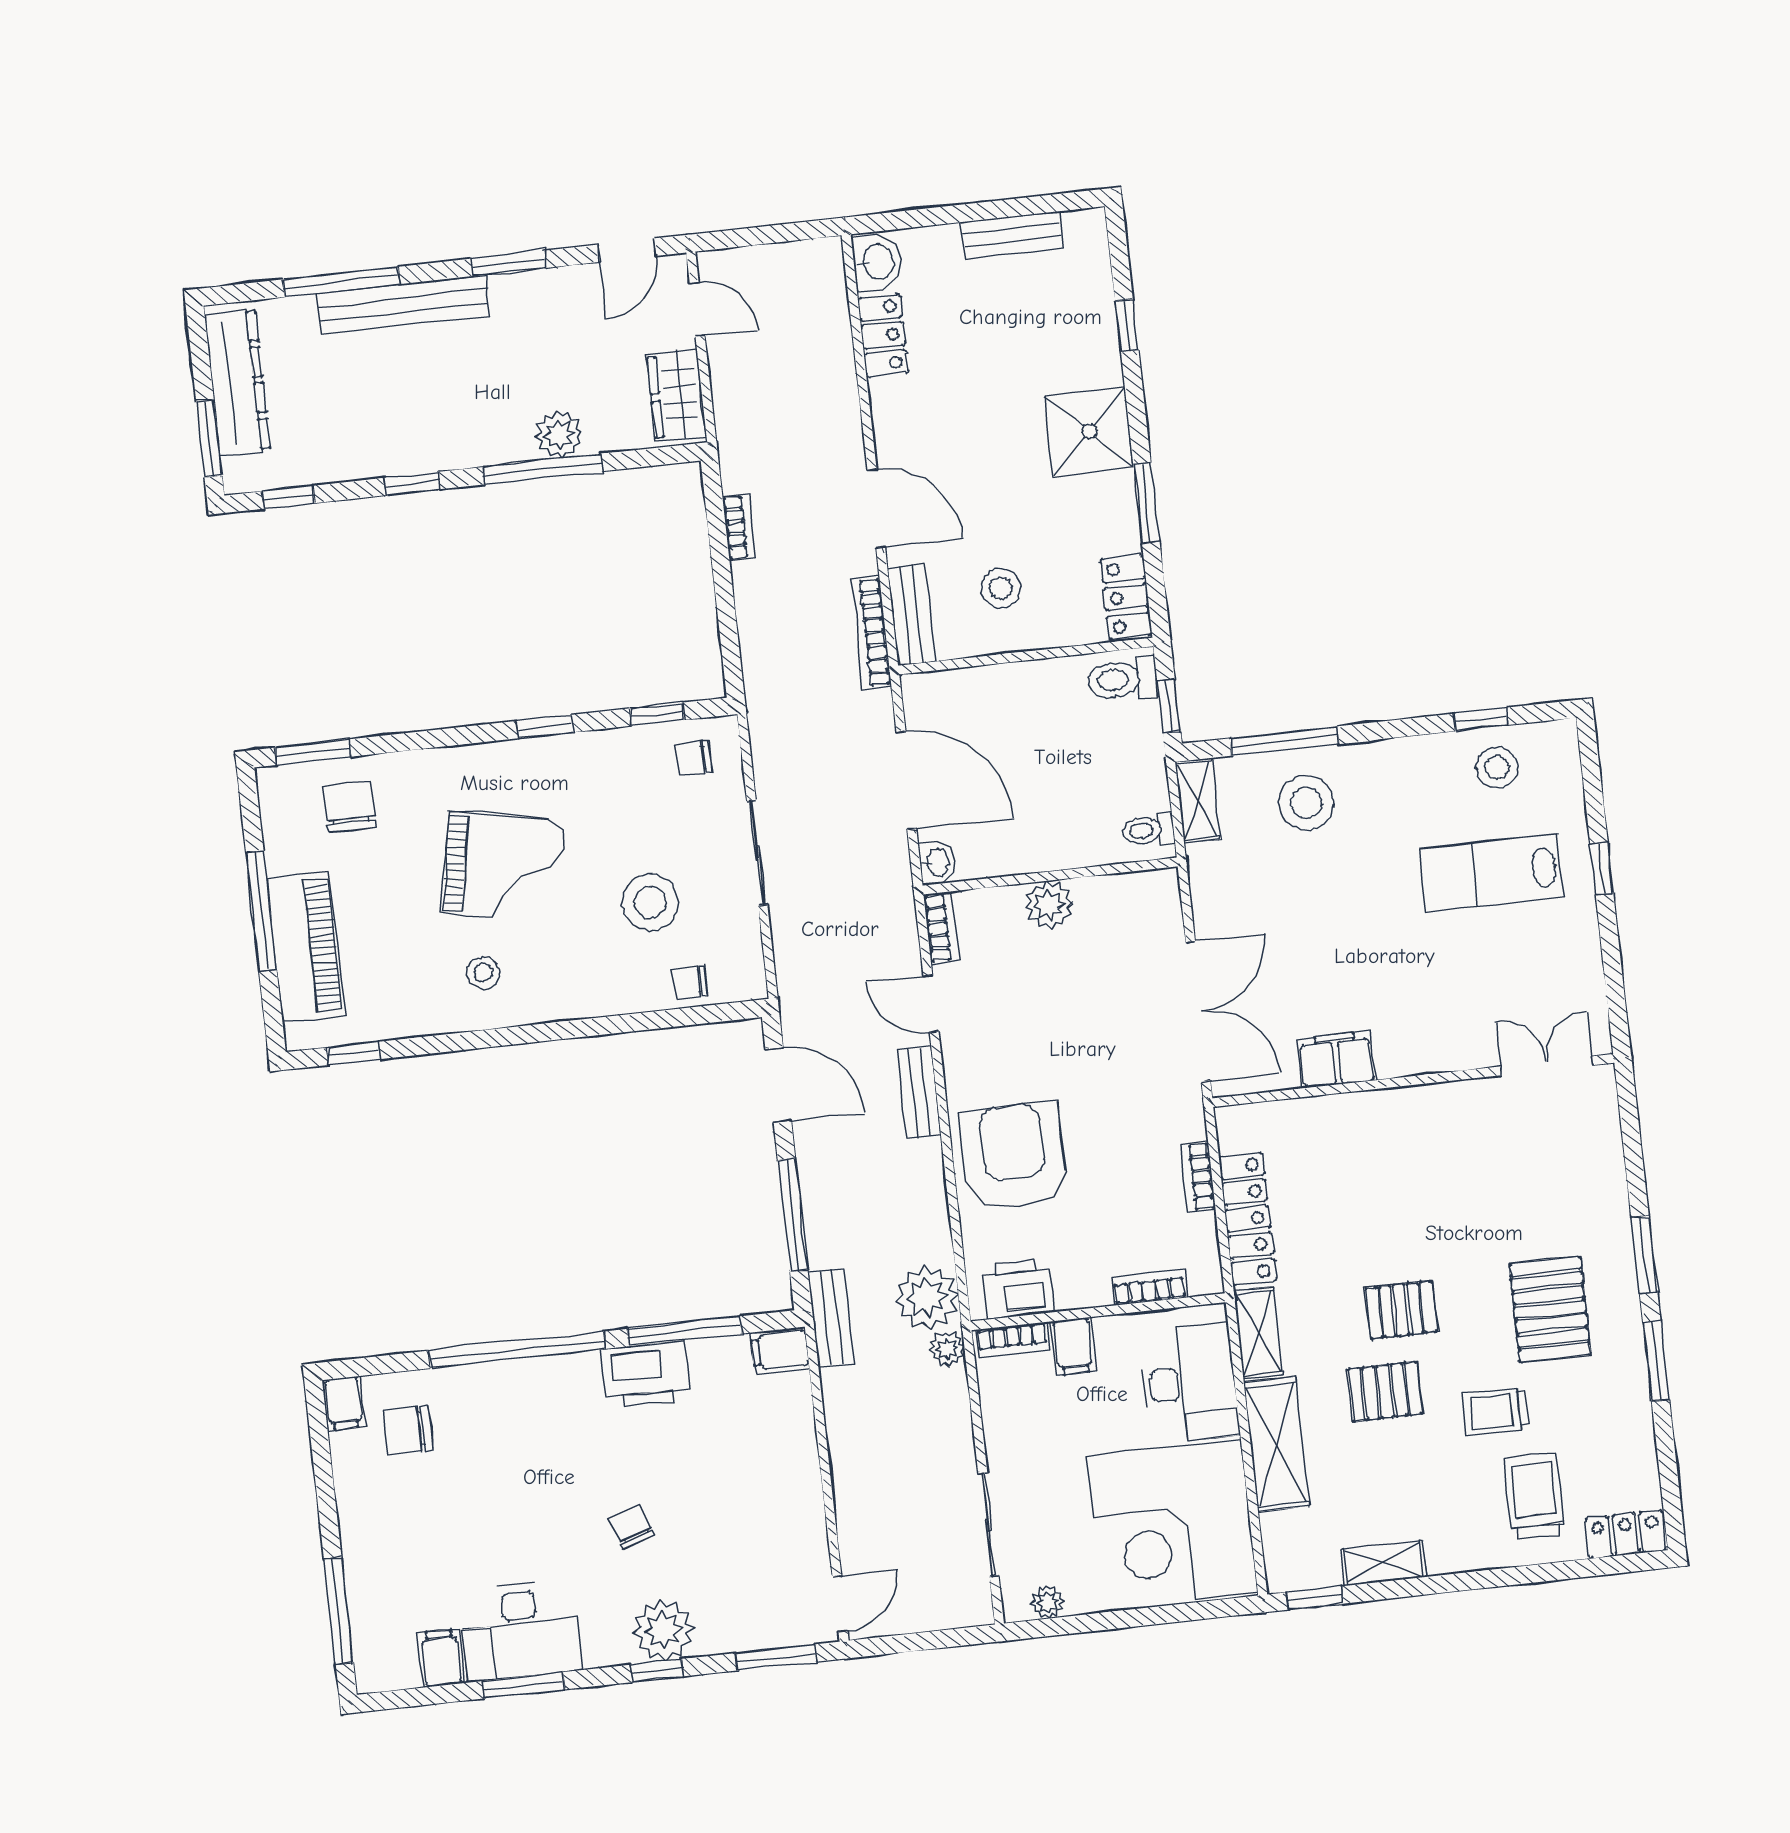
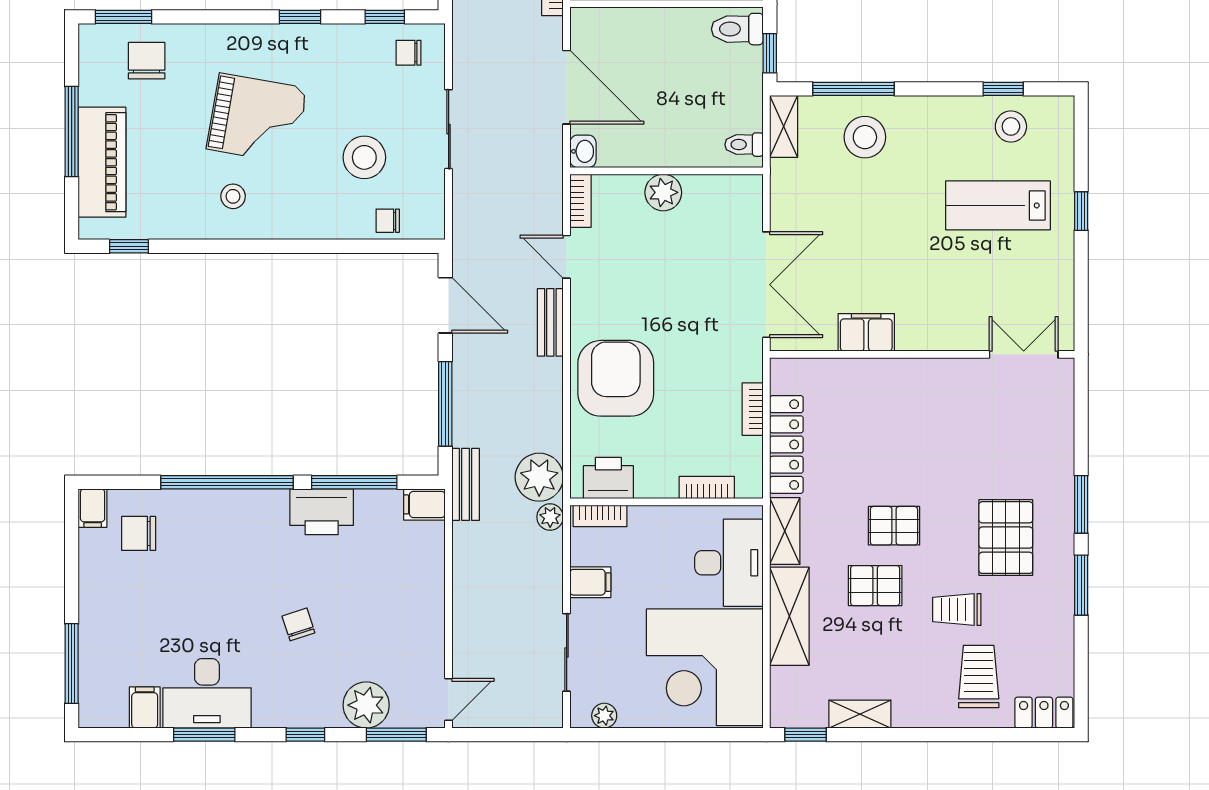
filing cabinet: (1073, 1346) -> (590, 582), moved, turned -90
plant: (664, 1630) -> (366, 705), moved

